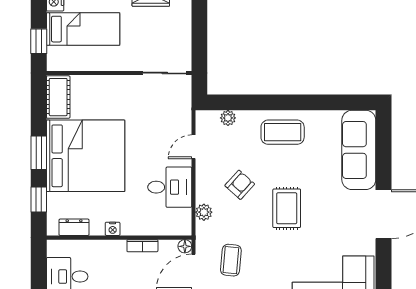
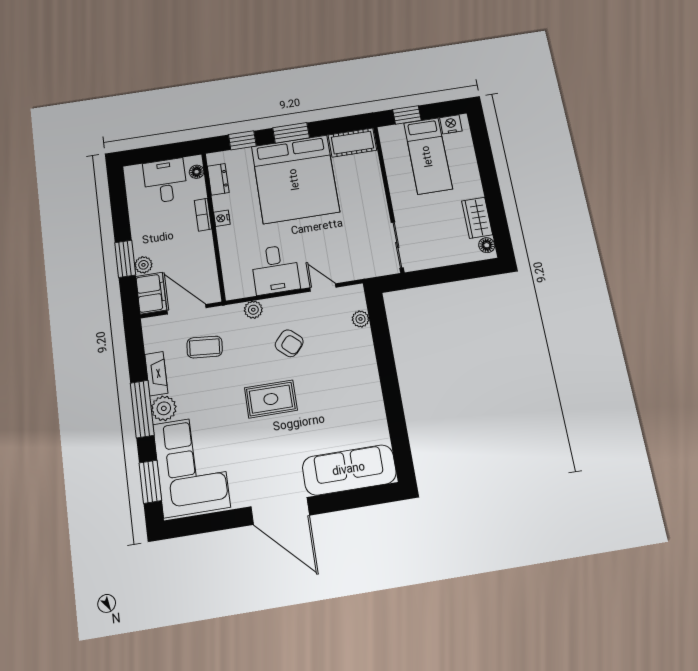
coffee table: (283, 132) -> (355, 381), removed
bookcase: (142, 246) -> (203, 215), moved
floor lamp: (185, 246) -> (197, 172), moved

